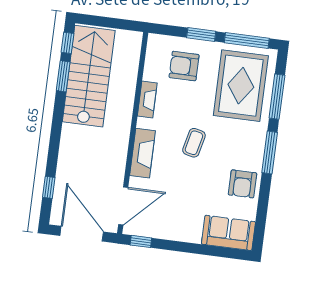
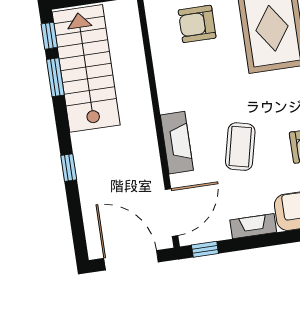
fireplace: (147, 100) -> (253, 226), moved, turned -90
coffee table: (194, 143) -> (240, 147), moved, width x1.36, depth x1.30
window: (49, 187) -> (69, 168), moved

